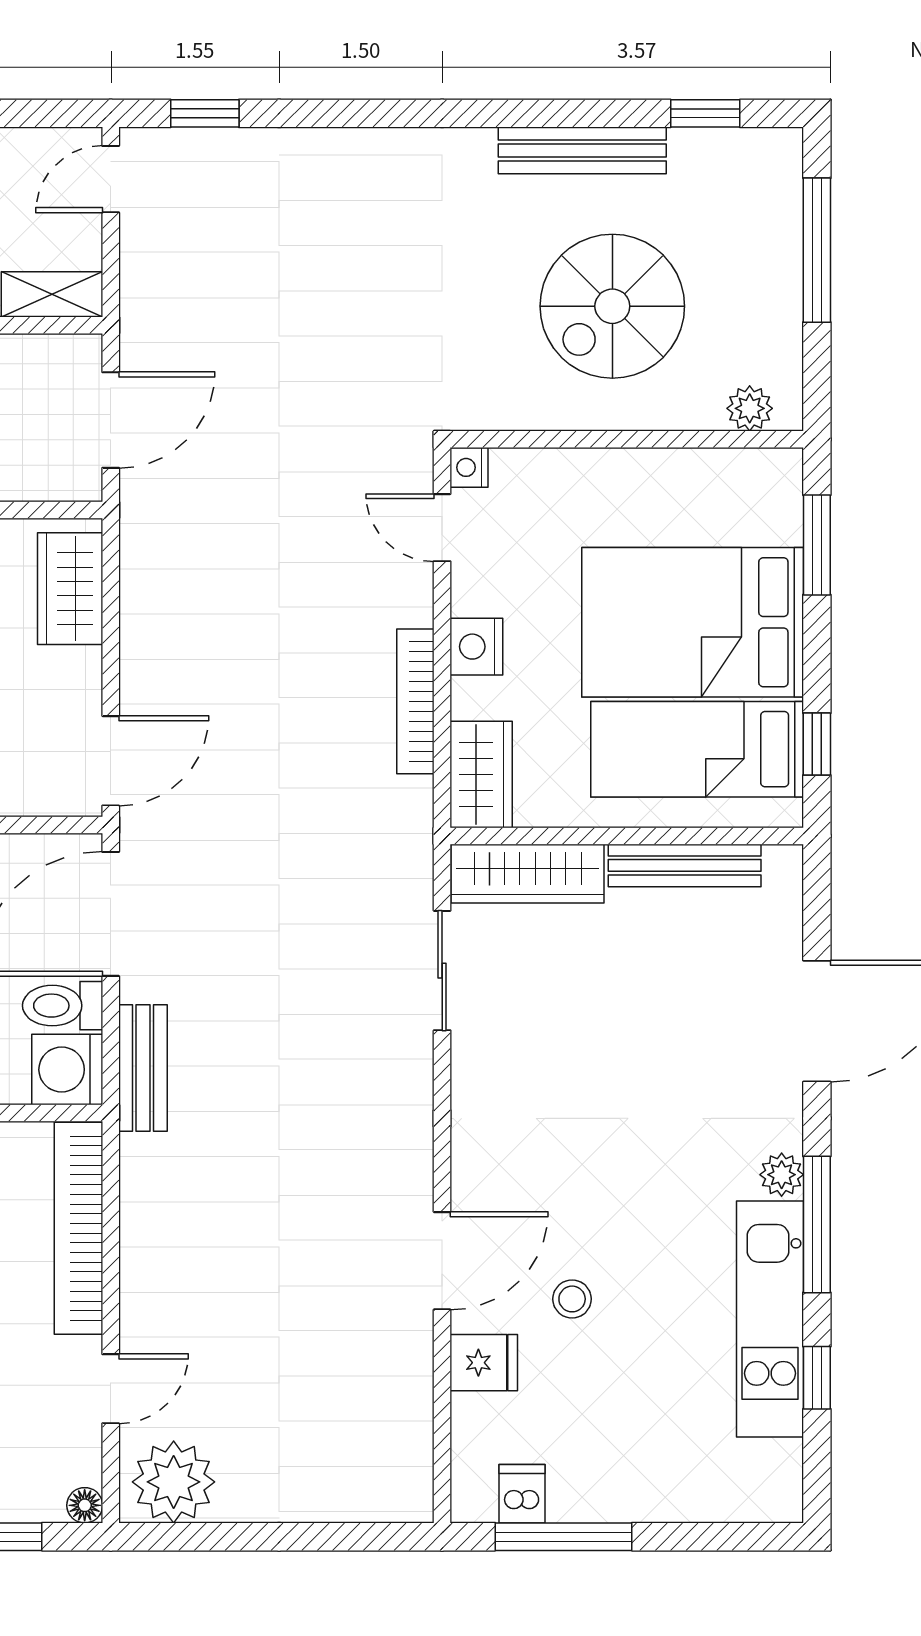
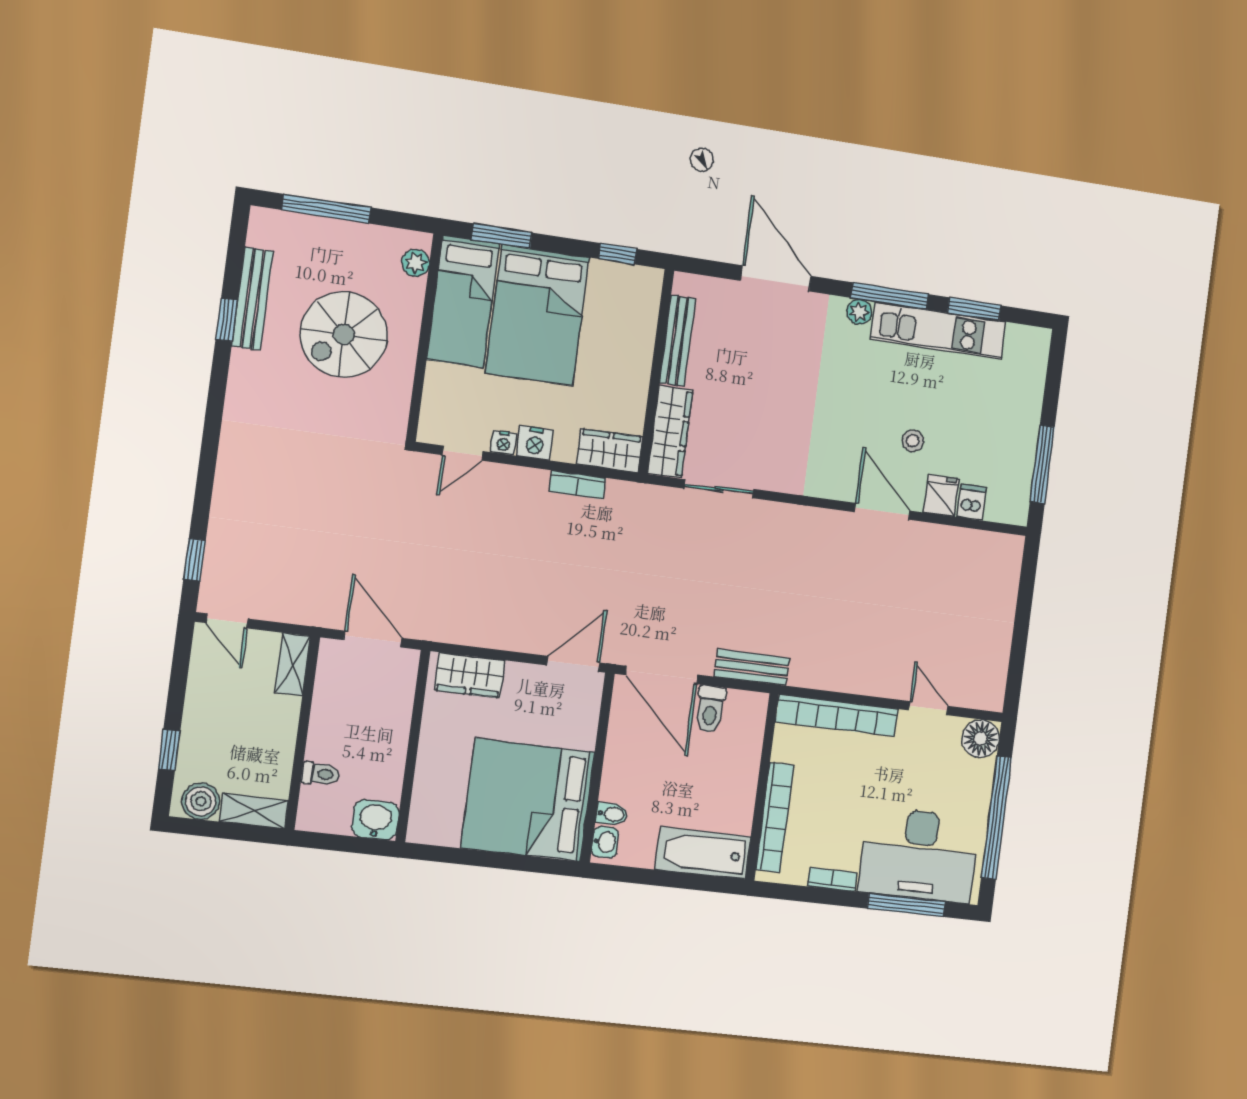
window: (705, 113) -> (227, 320), moved
bench: (582, 150) -> (252, 299), moved
spiral stairs: (612, 306) -> (344, 334), turned 90
nightstand: (469, 467) -> (503, 443), moved
bookcase: (415, 701) -> (577, 485), width x0.64
bed: (697, 749) -> (463, 301), moved
door: (111, 761) -> (573, 664), hinge flipped
washing machine: (67, 1070) -> (747, 711), removed
window: (817, 1378) -> (974, 309), width x1.50
plant: (174, 1482) -> (984, 679), removed
dishwasher: (522, 1494) -> (971, 502), moved, turned 90
floor lamp: (85, 1505) -> (981, 739), width x1.89, depth x1.89

